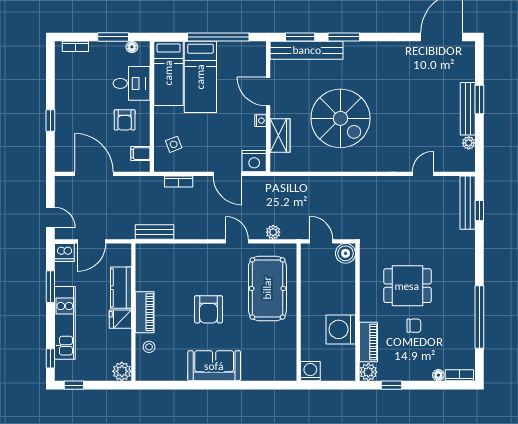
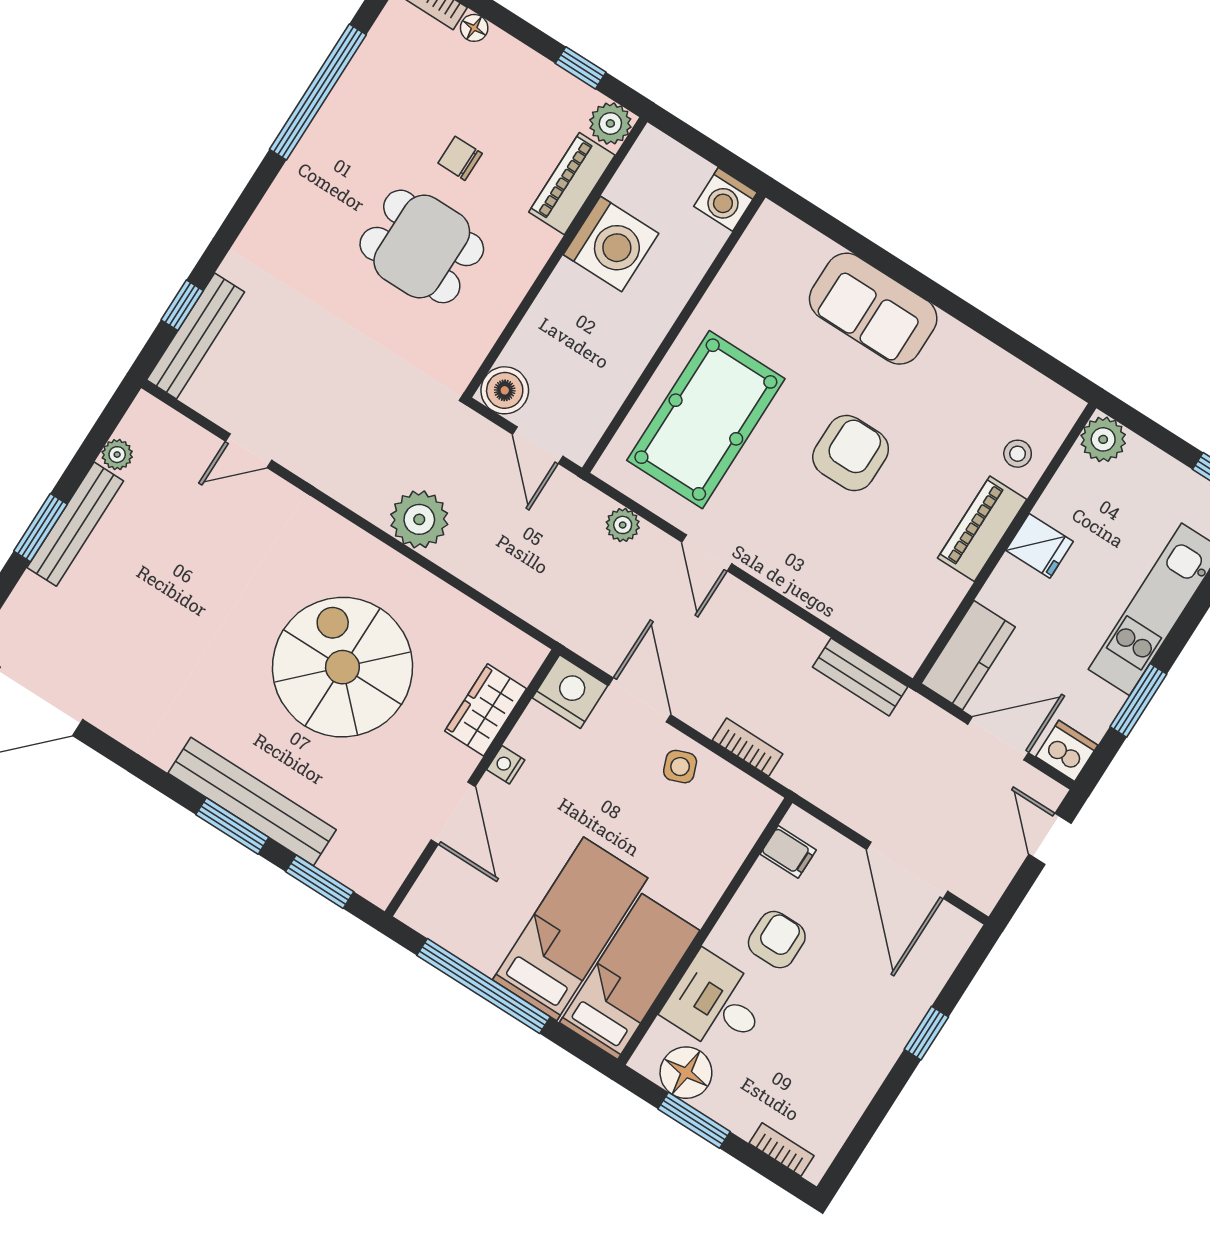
floor lamp: (132, 47) -> (686, 1073), width x1.89, depth x1.89
bench: (307, 50) -> (252, 801), moved
side table: (174, 144) -> (680, 767), moved
plant: (347, 188) -> (419, 519), added
kitchen counter: (121, 288) -> (968, 655), moved
sofa: (214, 366) -> (873, 309), moved

